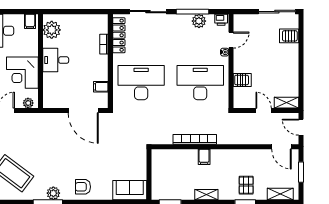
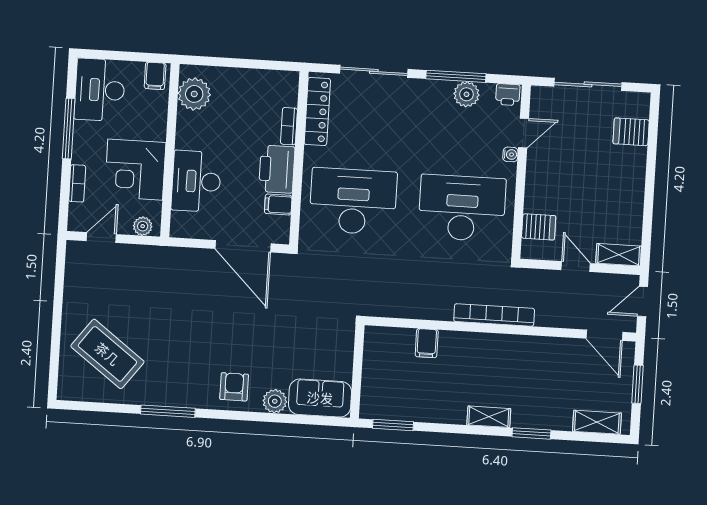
sliding door: (277, 12) -> (588, 84), moved
desk: (56, 60) -> (196, 181), moved, width x1.37
printer: (99, 68) -> (277, 169), added
server rack: (242, 80) -> (539, 227), moved
door: (301, 127) -> (643, 301), hinge flipped
bookcase: (195, 139) -> (494, 315), moved
filing cabinet: (204, 157) -> (427, 343), moved
pallet: (246, 185) -> (535, 402), removed
armchair: (83, 187) -> (234, 387), turned 90
plant: (53, 193) -> (275, 401), moved
shelving: (206, 195) -> (489, 417), moved

